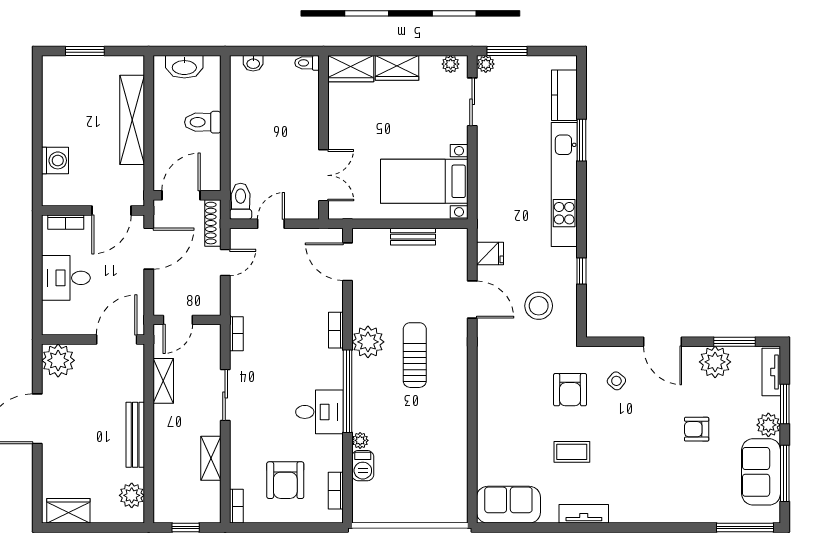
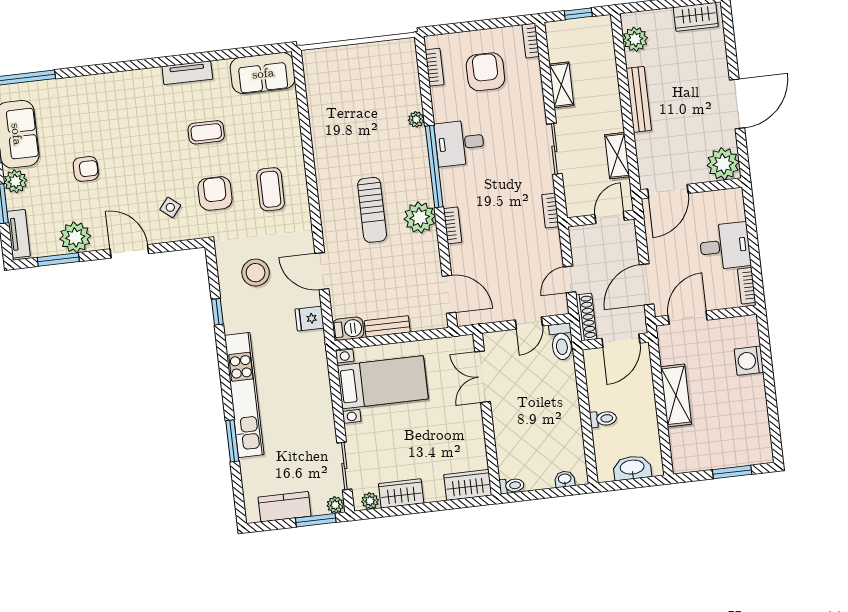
wardrobe: (397, 68) -> (401, 493), moved
kitchen counter: (564, 95) -> (285, 507), moved, turned -90
shelving: (132, 120) -> (676, 395), width x0.68
toilet: (203, 122) -> (603, 419), width x0.73, depth x0.72
bookcase: (66, 222) -> (747, 286), moved, turned -90
coffee table: (514, 387) -> (271, 189), added
barbecue: (363, 466) -> (348, 329), moved, turned 90

